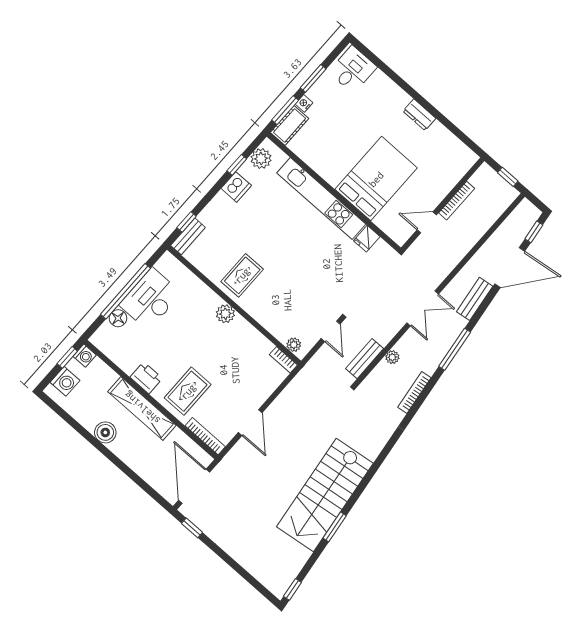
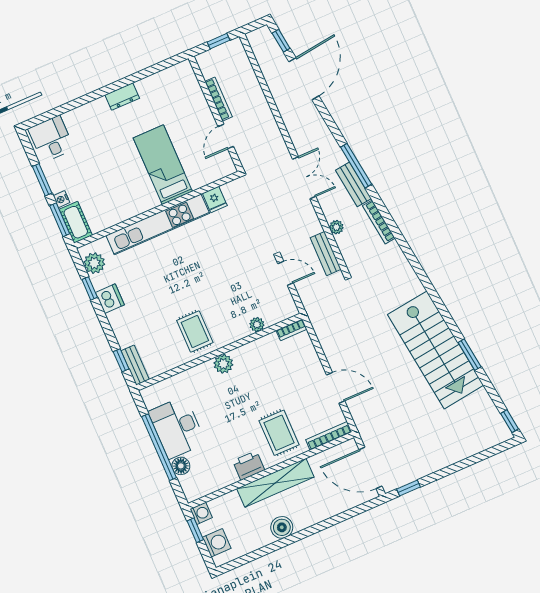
bed: (376, 179) -> (163, 165), width x0.67
bench: (475, 299) -> (353, 184), moved
plant: (294, 345) -> (257, 325), moved

